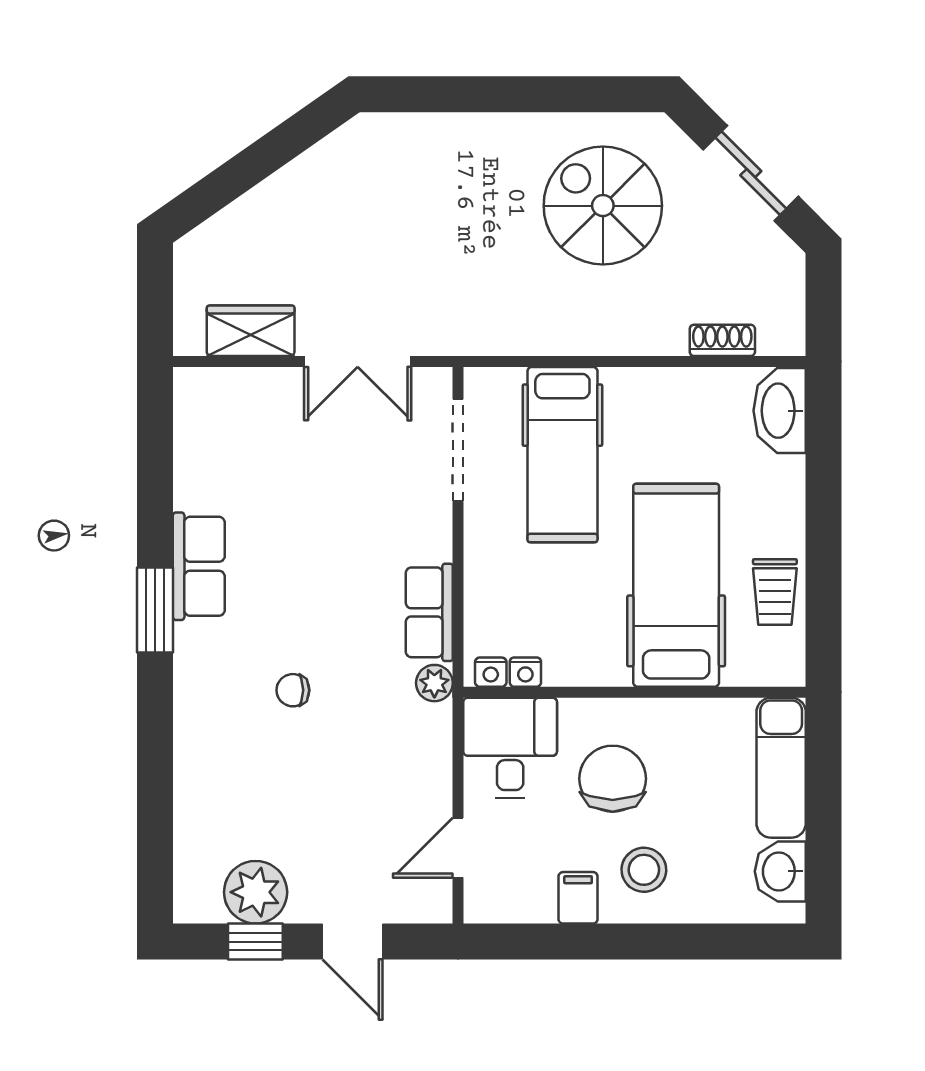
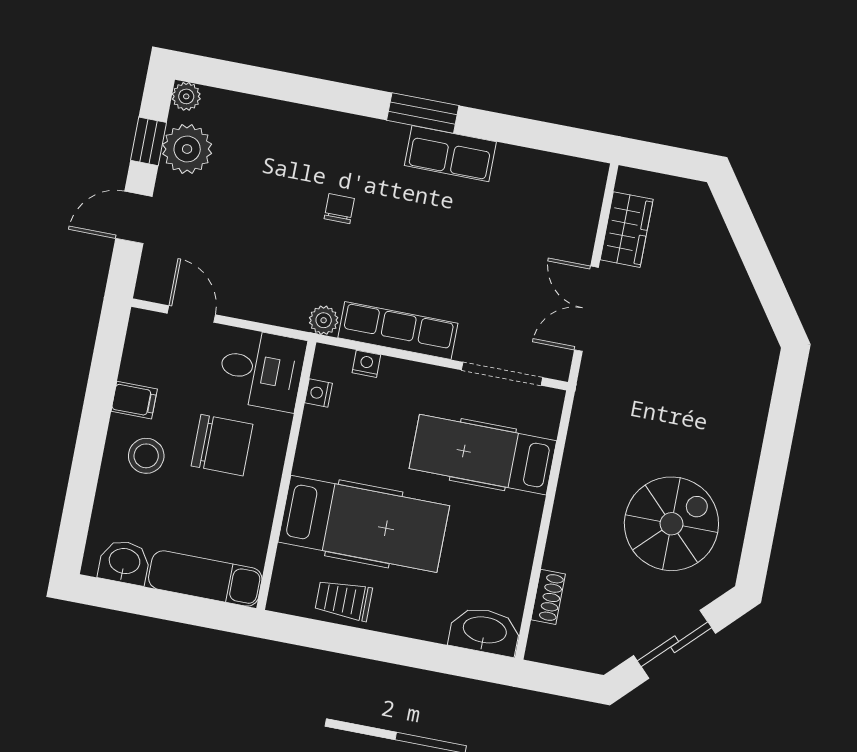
row of seats: (429, 612) -> (398, 330), width x1.48
nightstand: (491, 672) -> (366, 364), moved, turned 90
plant: (191, 906) -> (186, 96), added

